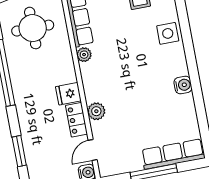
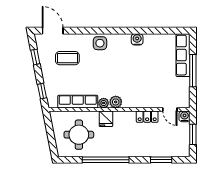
fridge: (68, 94) -> (106, 119), moved
plant: (96, 111) -> (116, 102), moved

